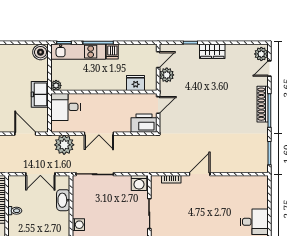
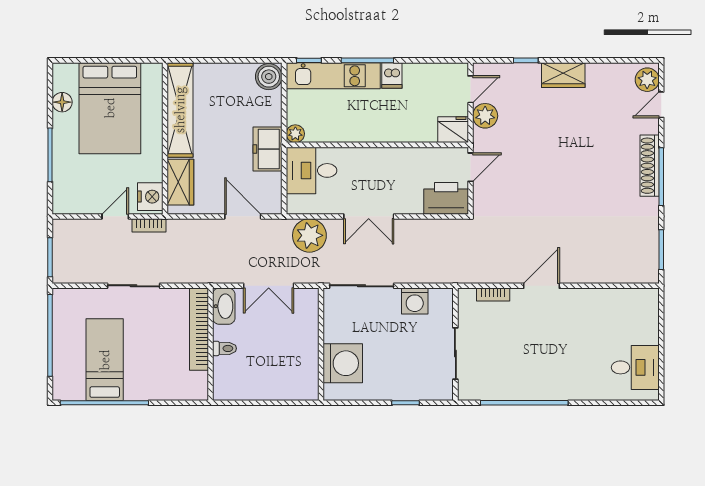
fridge: (136, 83) -> (453, 130), moved
washing machine: (139, 183) -> (415, 301), moved
washbasin: (63, 200) -> (224, 306), moved, turned 180
washing machine: (78, 225) -> (343, 363), width x1.89, depth x1.89

